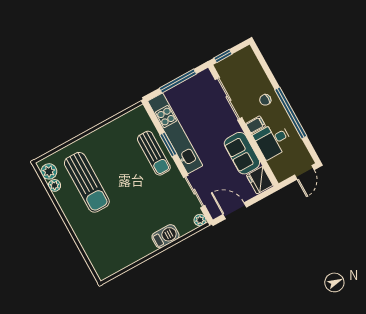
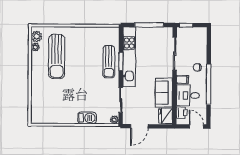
printer: (277, 165) -> (182, 113), added
door: (304, 172) -> (196, 126), swing flipped
door: (235, 211) -> (139, 126), swing flipped

